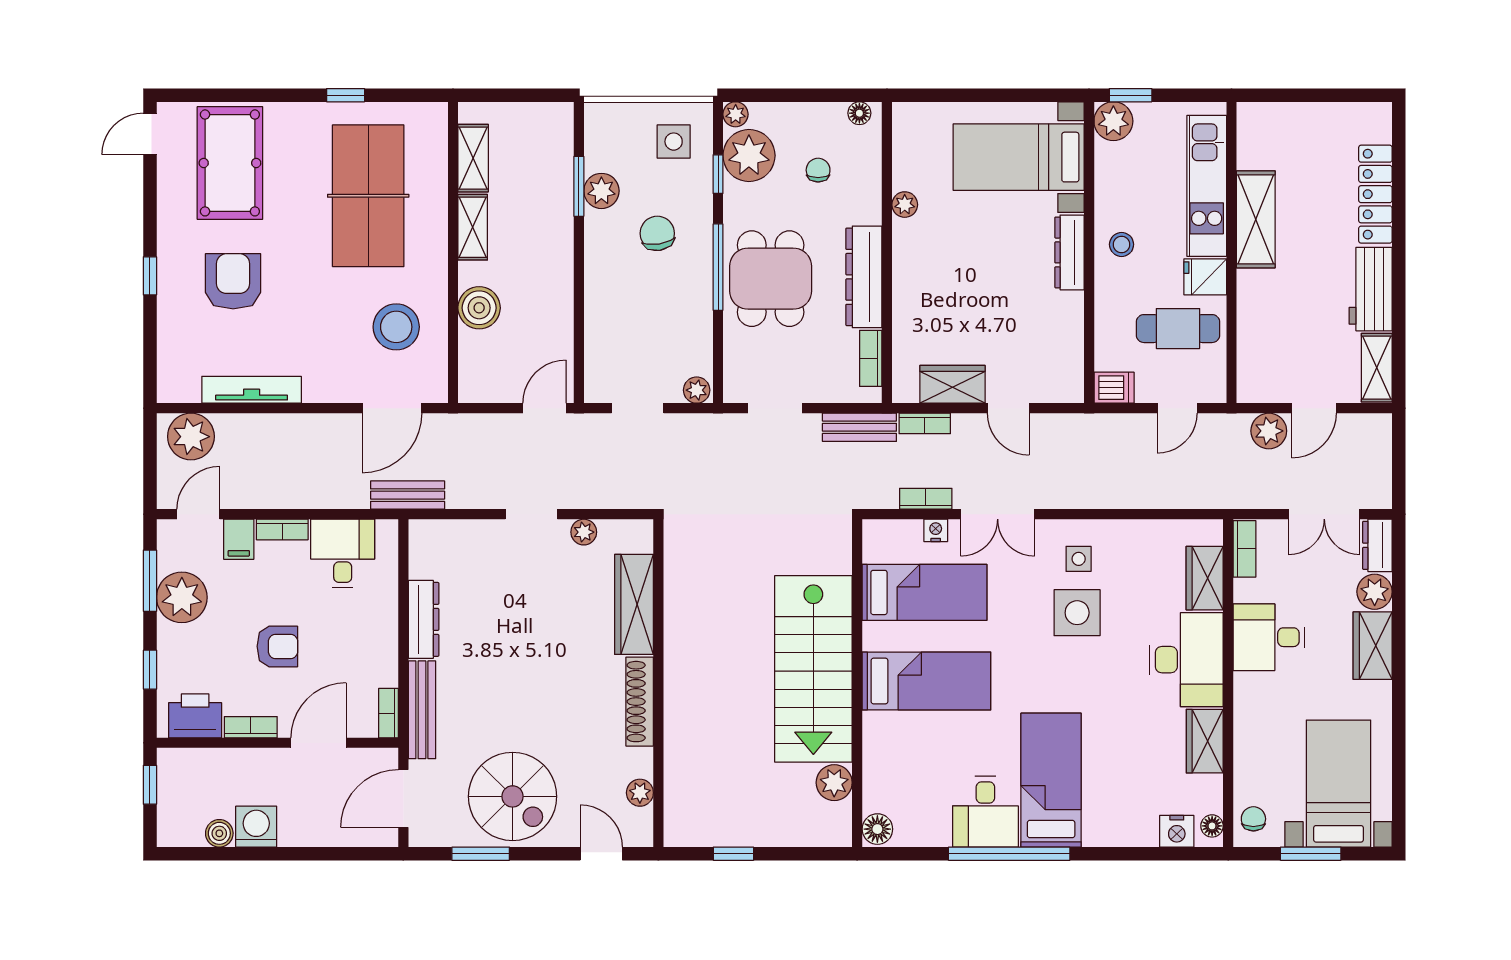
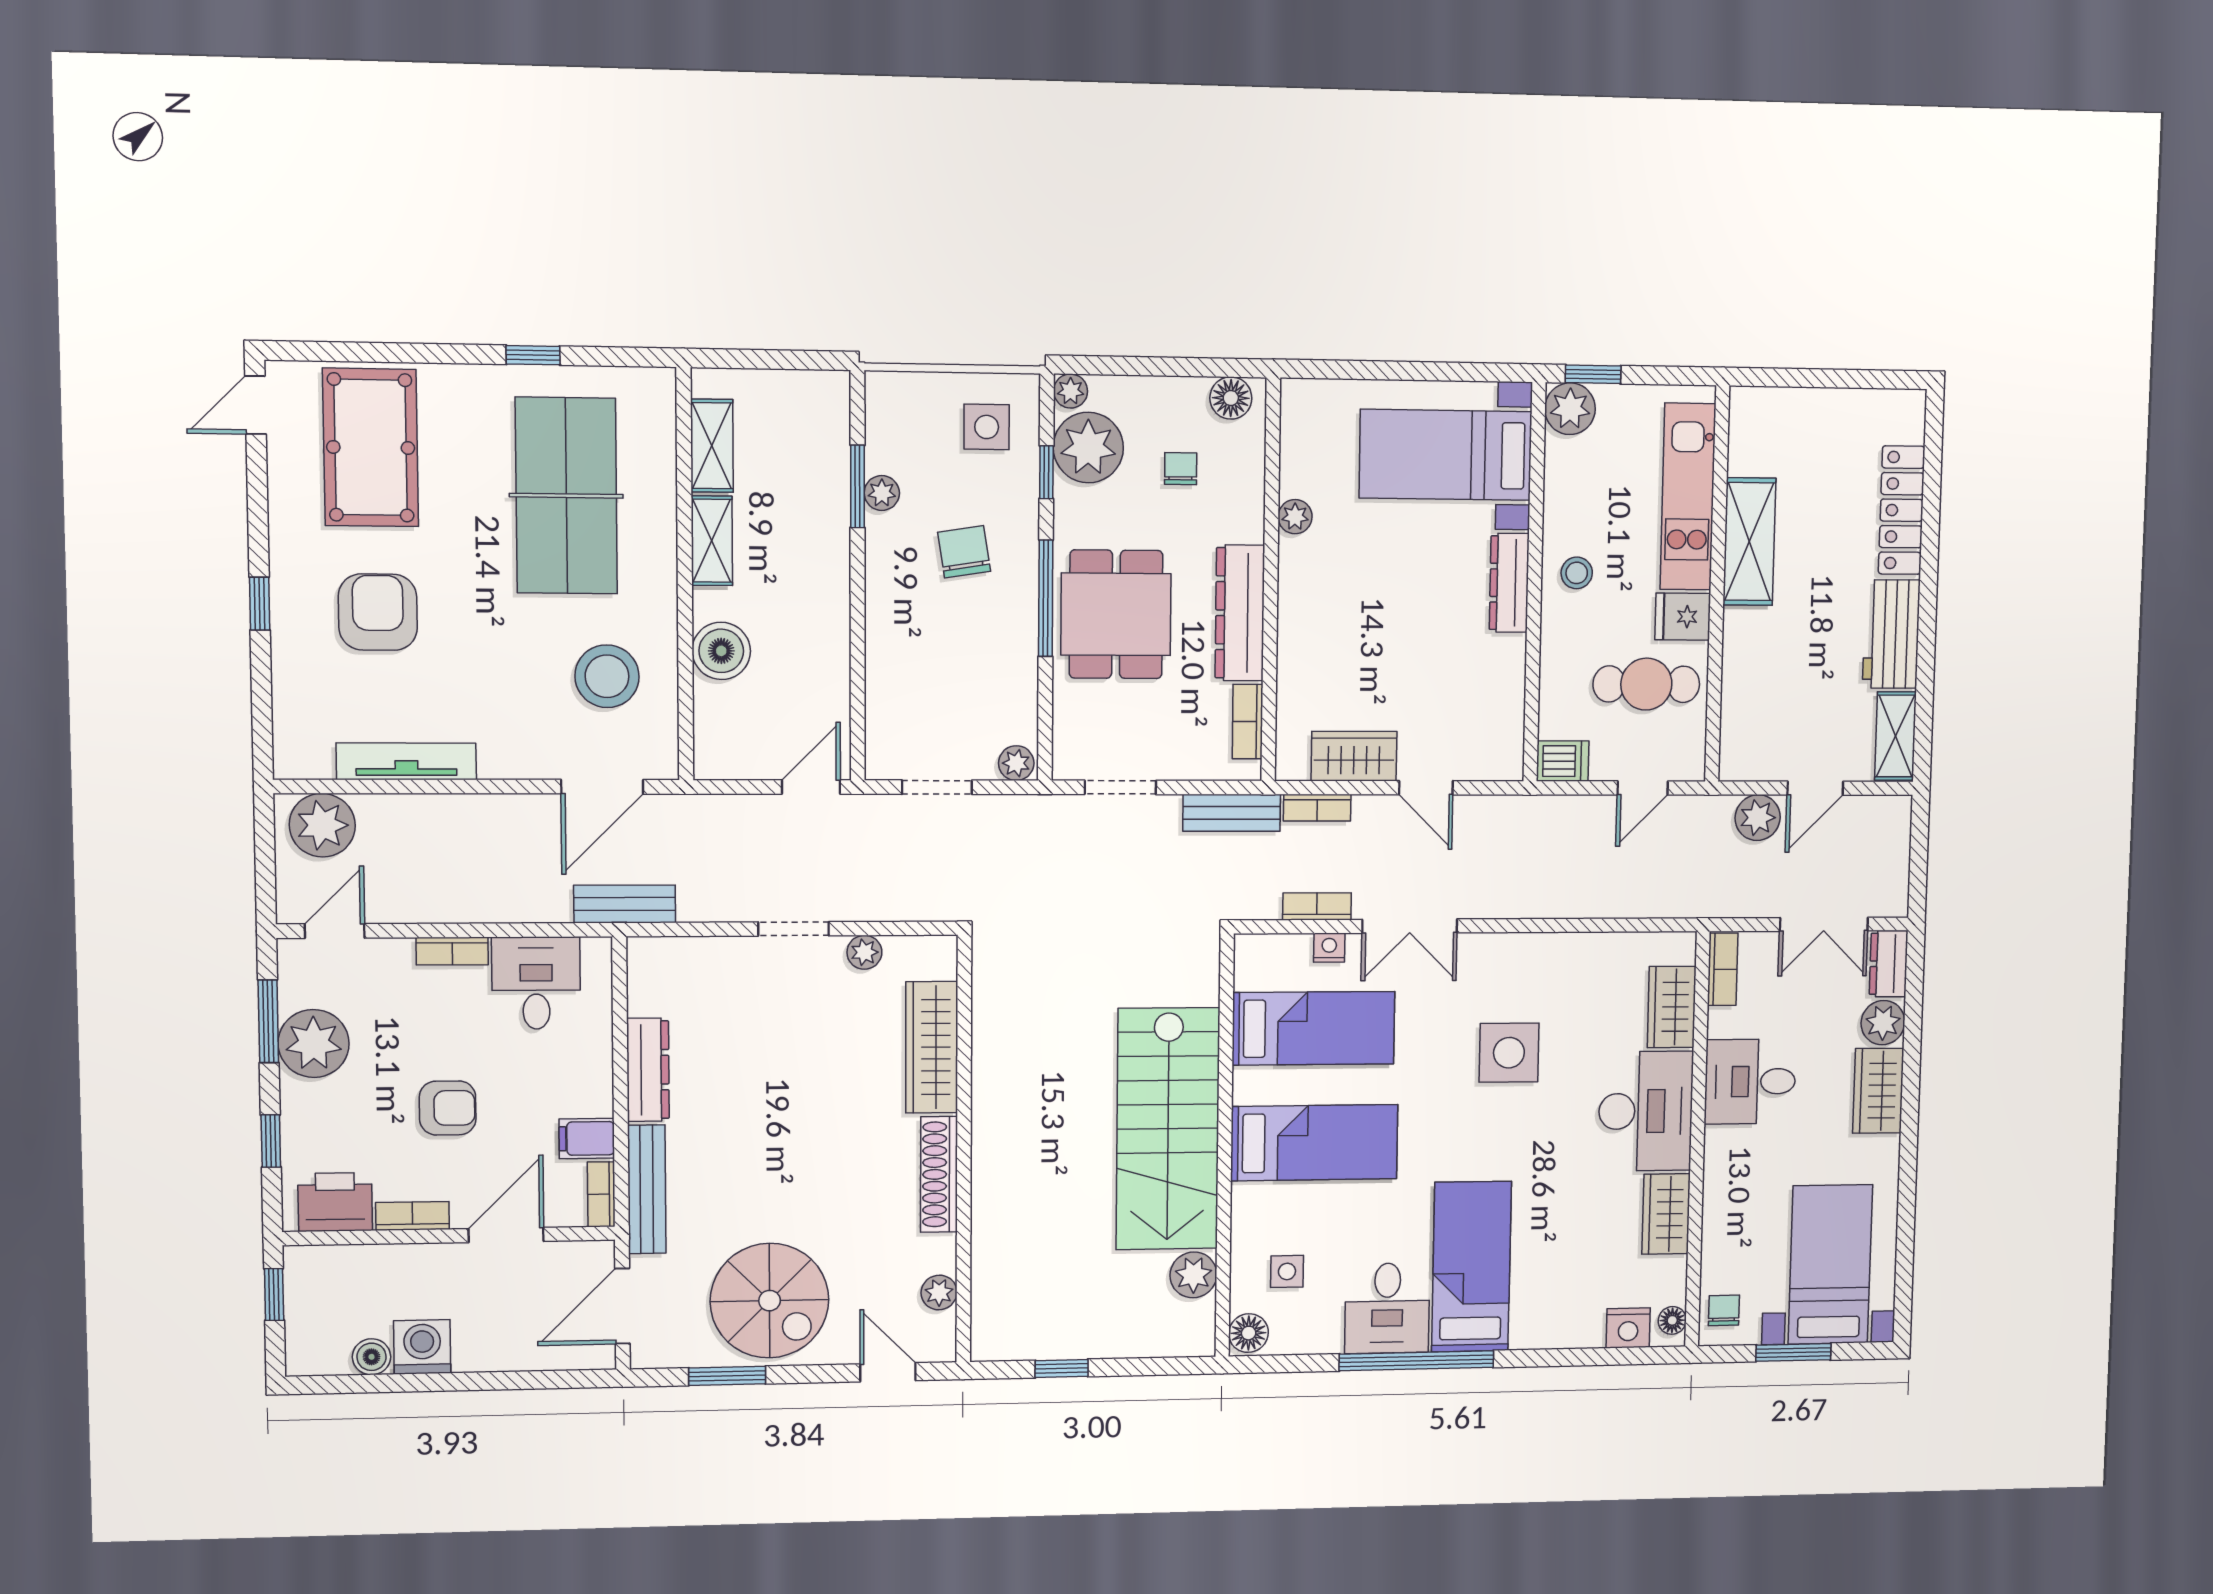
floor lamp: (859, 113) -> (1231, 398), width x1.37, depth x1.37
plant: (601, 191) -> (882, 493), width x0.73, depth x0.73
filing cabinet: (239, 539) -> (587, 1138), moved, turned 90
side table: (1079, 559) -> (1287, 1271), moved

